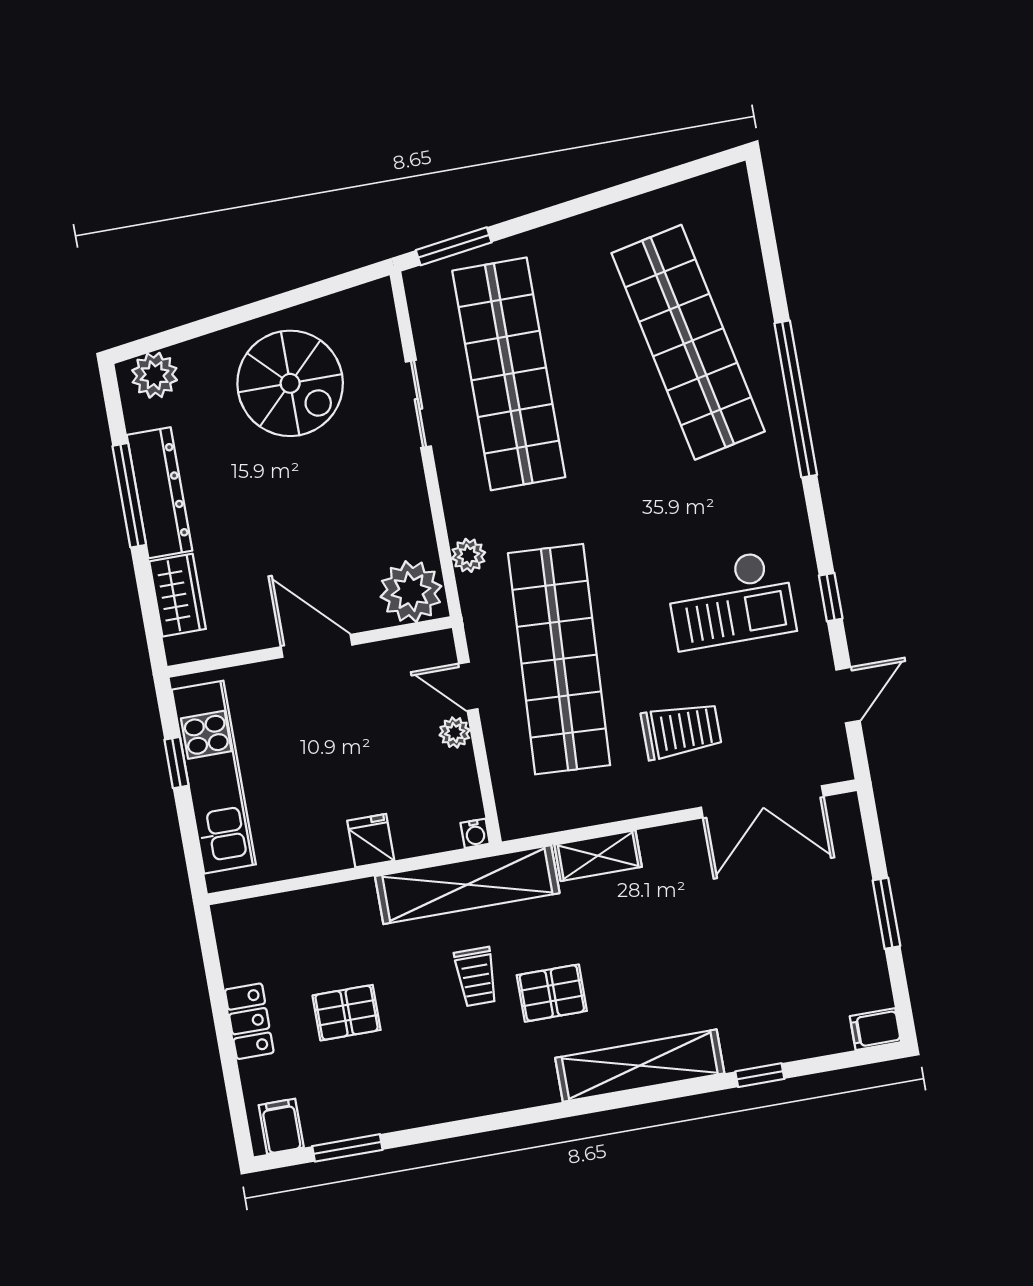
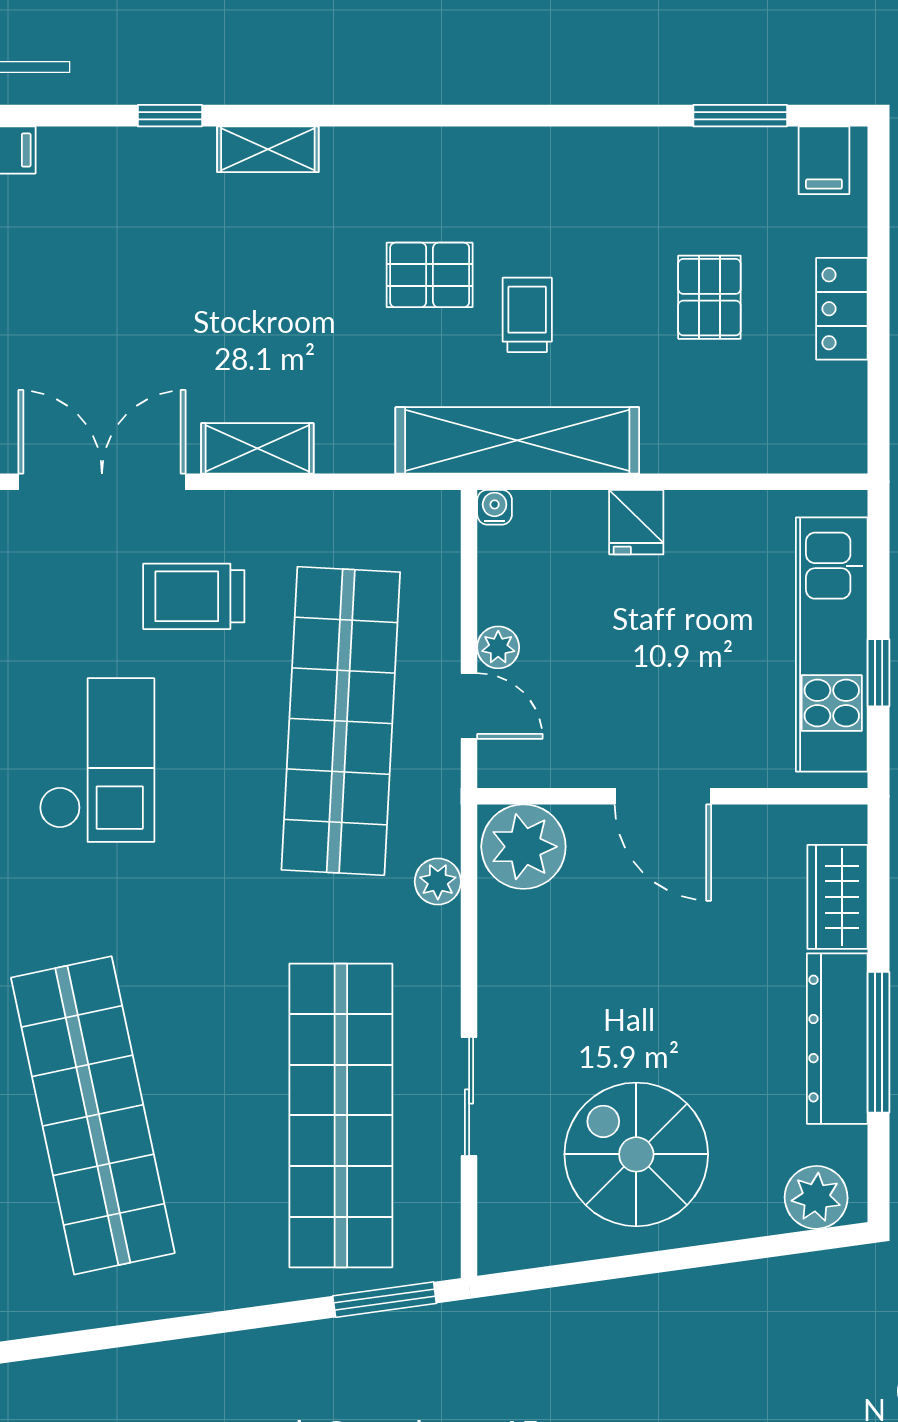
checkout: (731, 600) -> (97, 760), turned 90
shelving: (598, 856) -> (257, 448), moved
pallet: (347, 1013) -> (709, 297), turned 90
shelving: (640, 1066) -> (268, 149), width x0.45, depth x0.75

